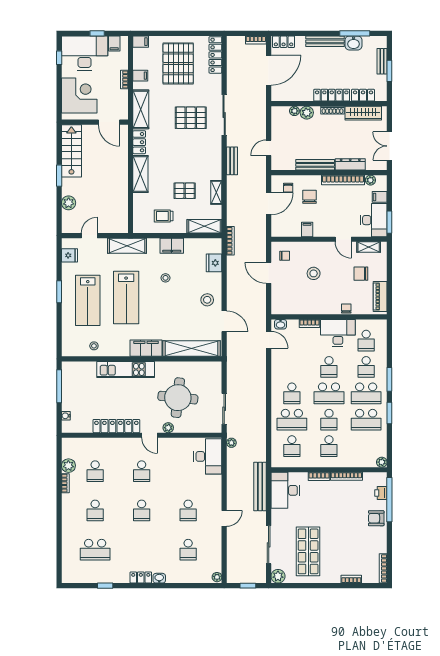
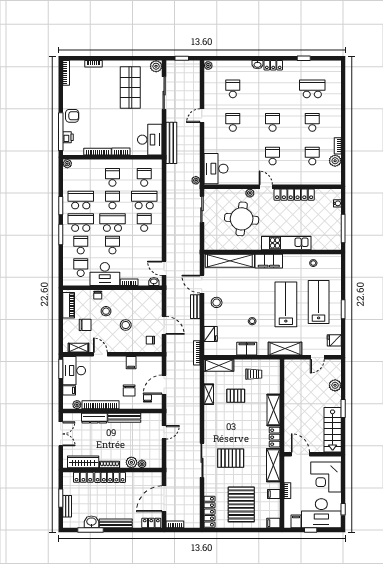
bench: (232, 161) -> (195, 307), moved
stool: (337, 290) -> (106, 311), added

